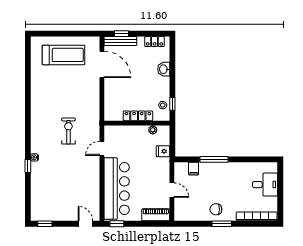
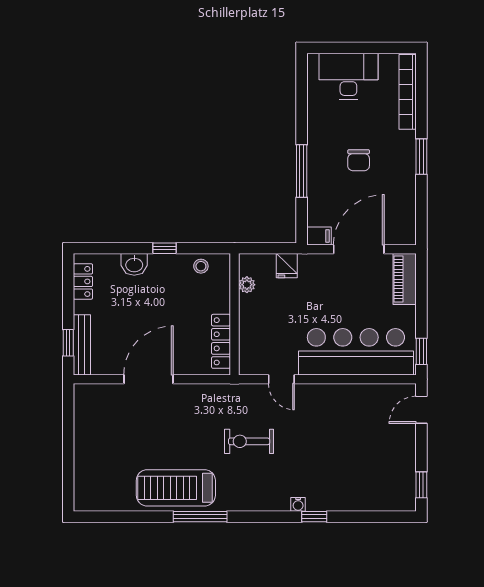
treadmill: (63, 55) -> (176, 488), moved, turned -90
door: (102, 64) -> (148, 379), moved
window: (172, 104) -> (164, 248), moved
window: (28, 105) -> (200, 517), added
locker: (138, 116) -> (221, 341), moved
filing cabinet: (194, 169) -> (319, 236), moved
desk: (265, 185) -> (348, 76), width x1.37
door: (172, 190) -> (359, 249), width x1.87
chair: (216, 209) -> (359, 160), moved

